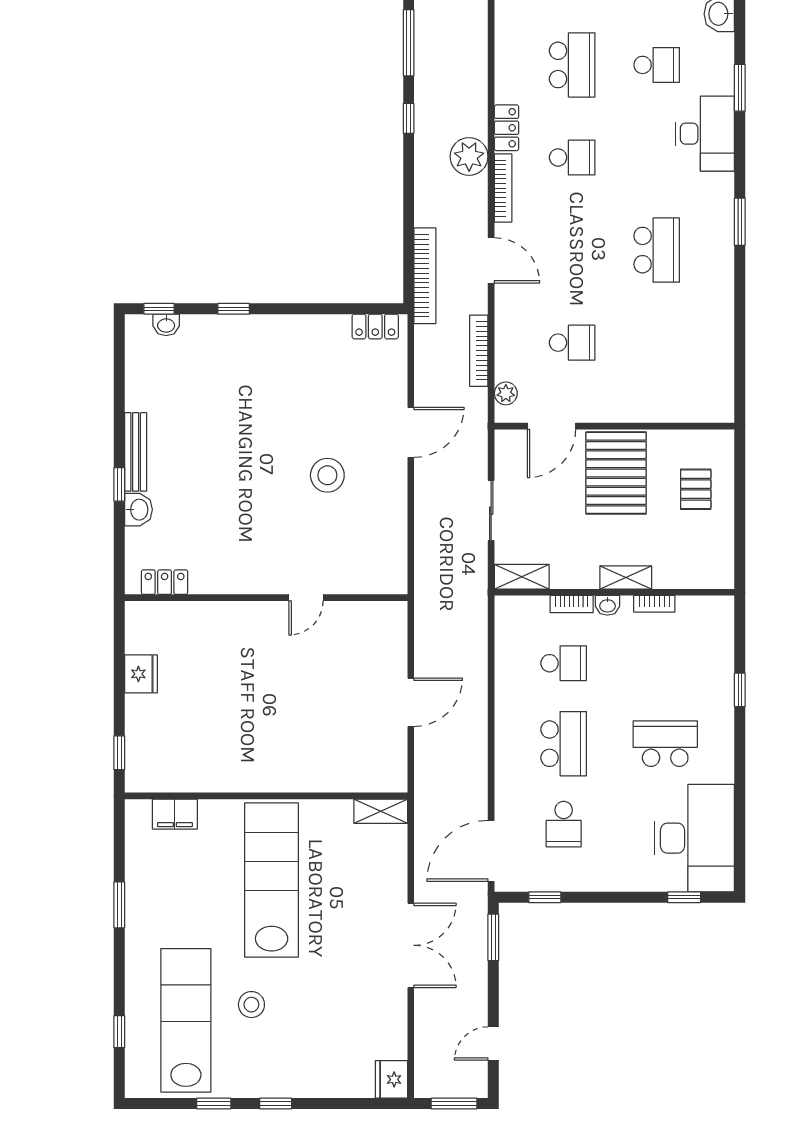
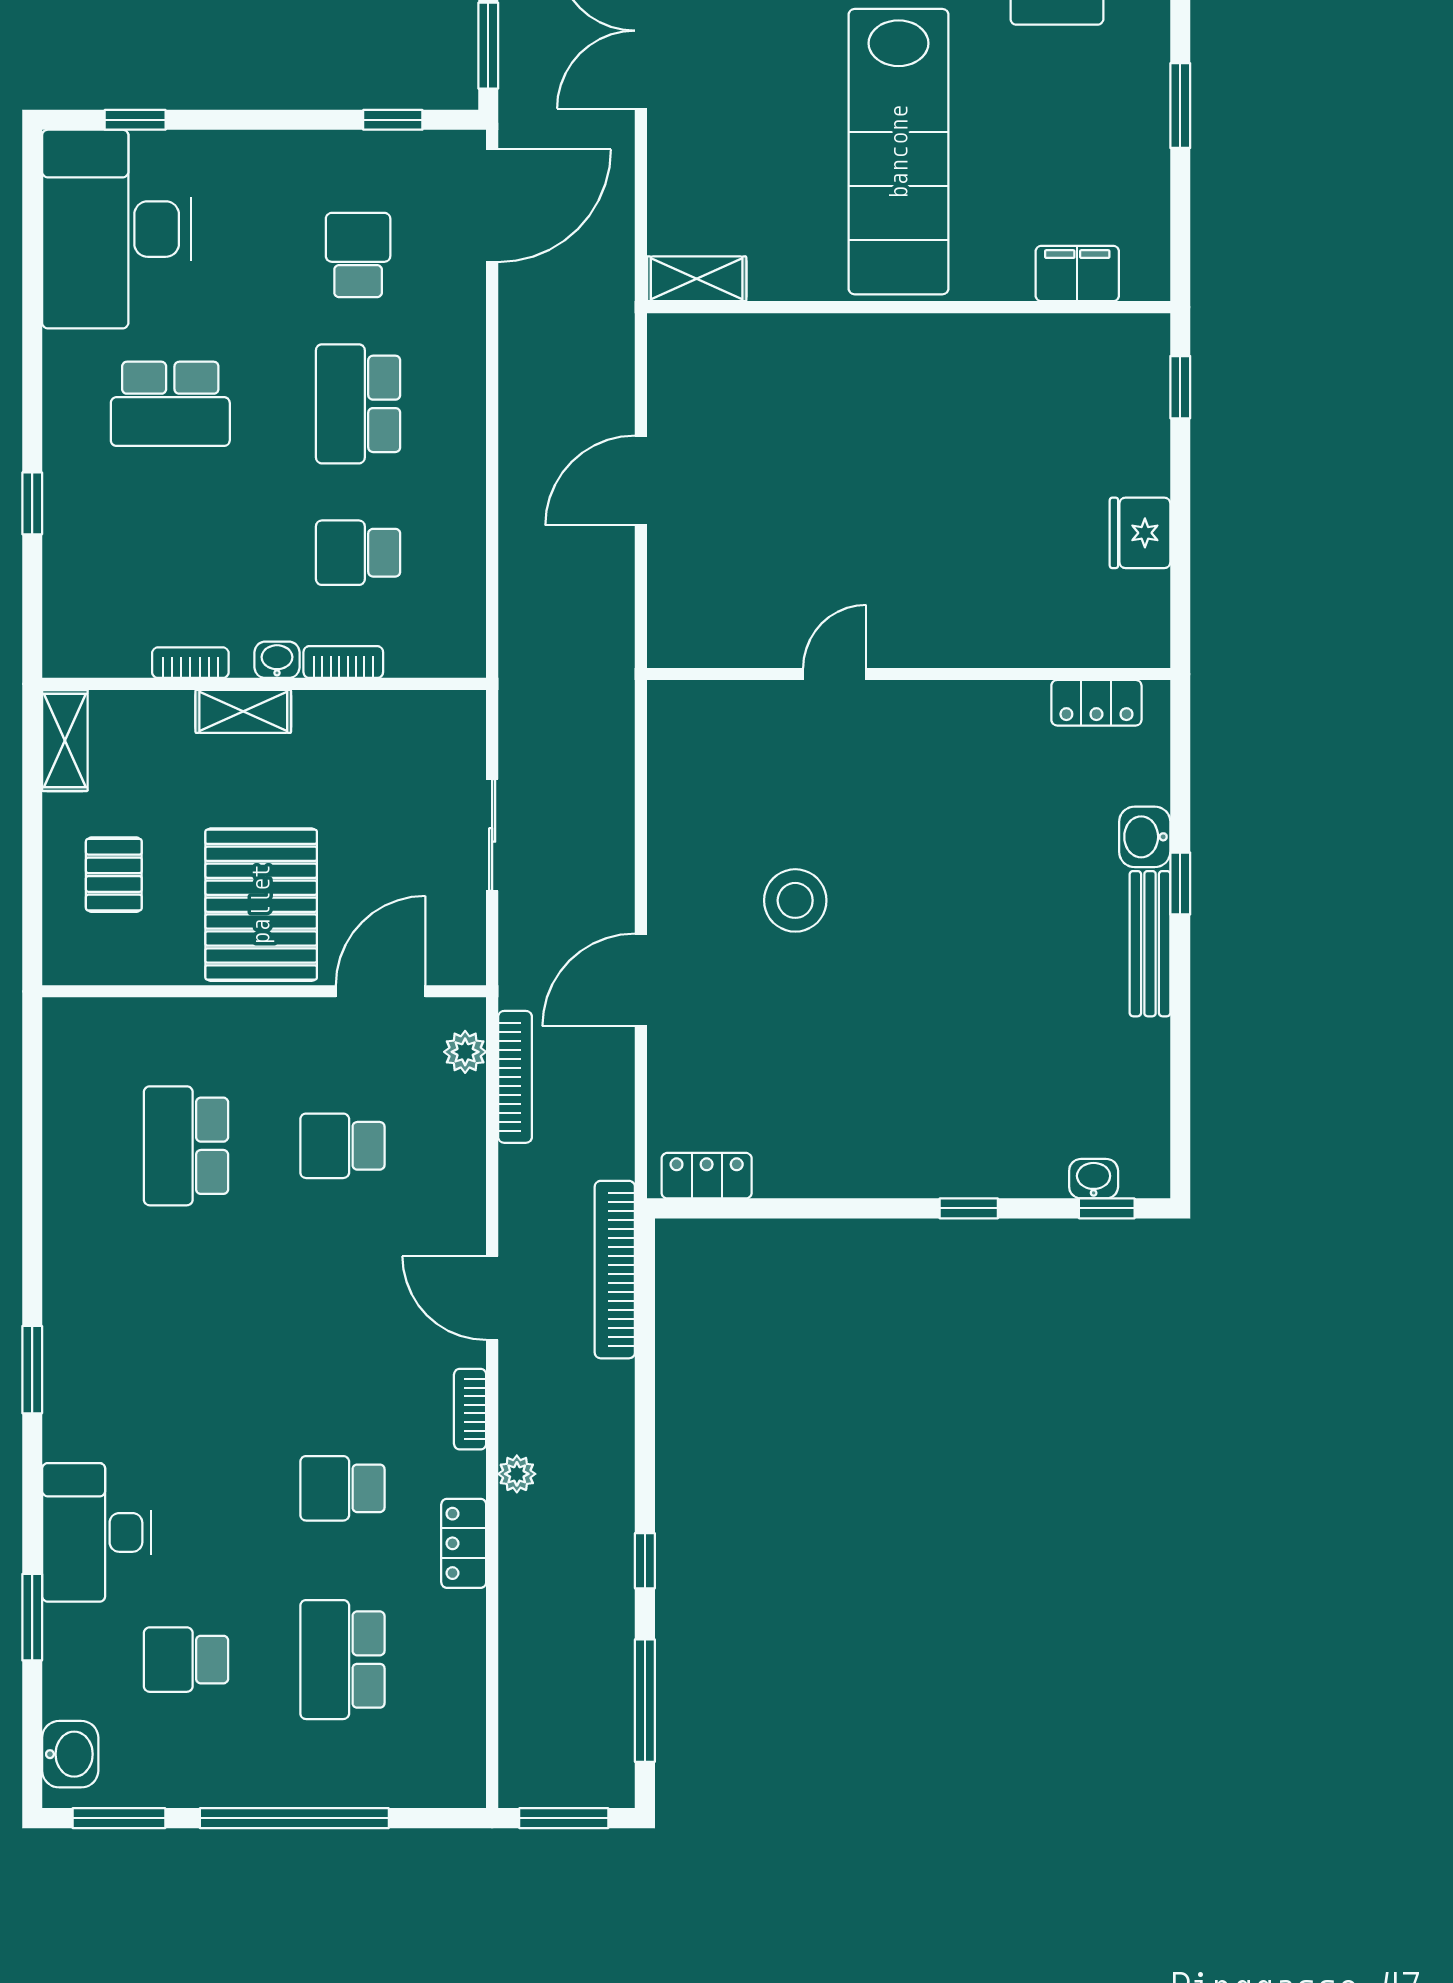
plant: (469, 156) -> (517, 1474), width x0.53, depth x0.53
bookcase: (503, 188) -> (470, 1409), width x0.64
school desk: (657, 250) -> (186, 1146), moved
bookcase: (479, 351) -> (515, 1077), moved
shelving: (522, 577) -> (65, 741), moved, turned 90

